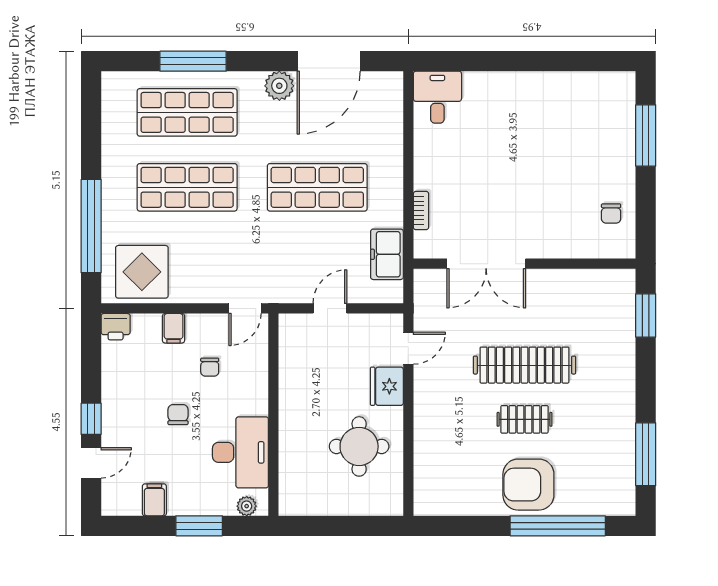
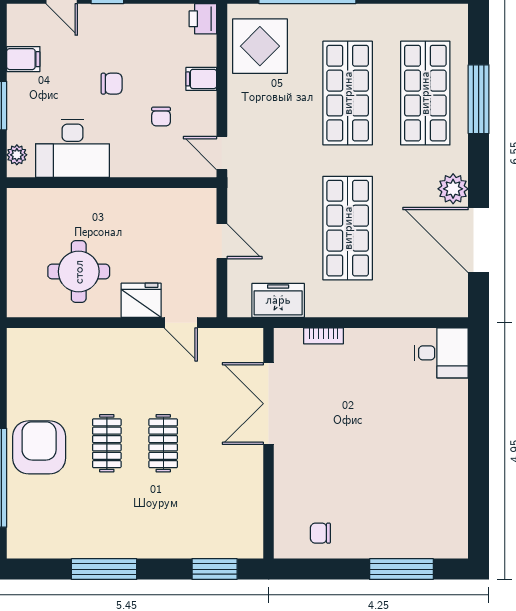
clothes rail: (524, 365) -> (163, 443), width x0.54, depth x0.76
chair: (210, 367) -> (161, 117), turned -90
window: (646, 454) -> (104, 569), moved

